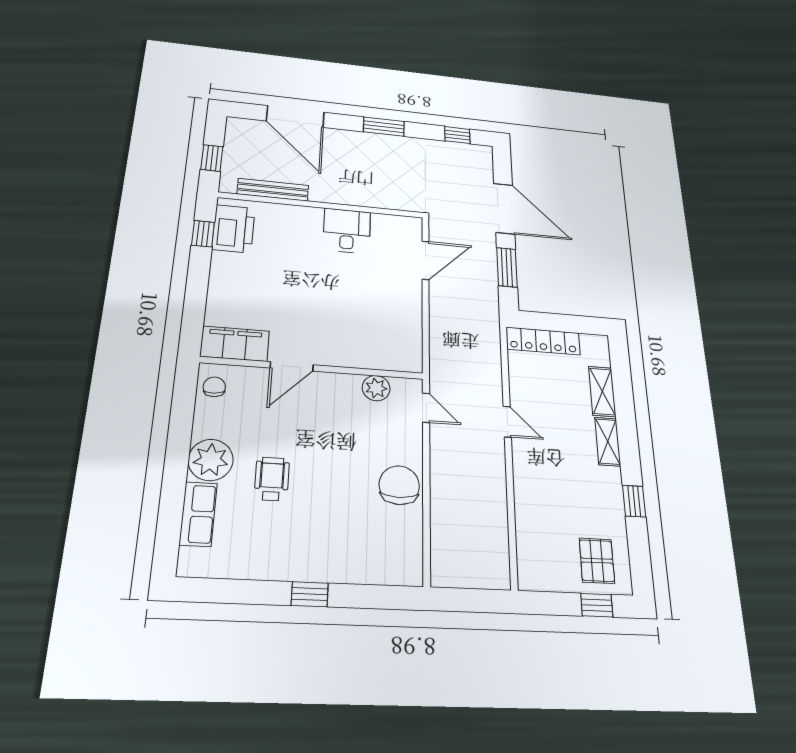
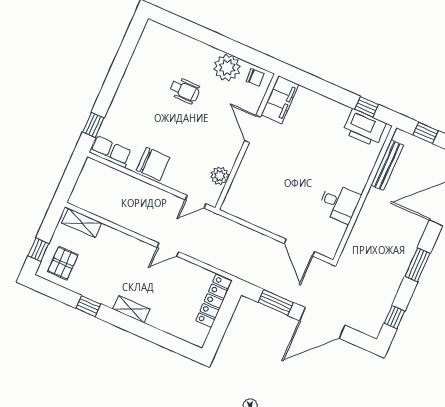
shelving: (602, 391) -> (82, 223), moved
plant: (211, 460) -> (227, 68), moved
row of seats: (198, 514) -> (110, 152), moved, turned 180
pallet: (597, 561) -> (63, 263), turned 90
window: (310, 594) -> (93, 125), moved

